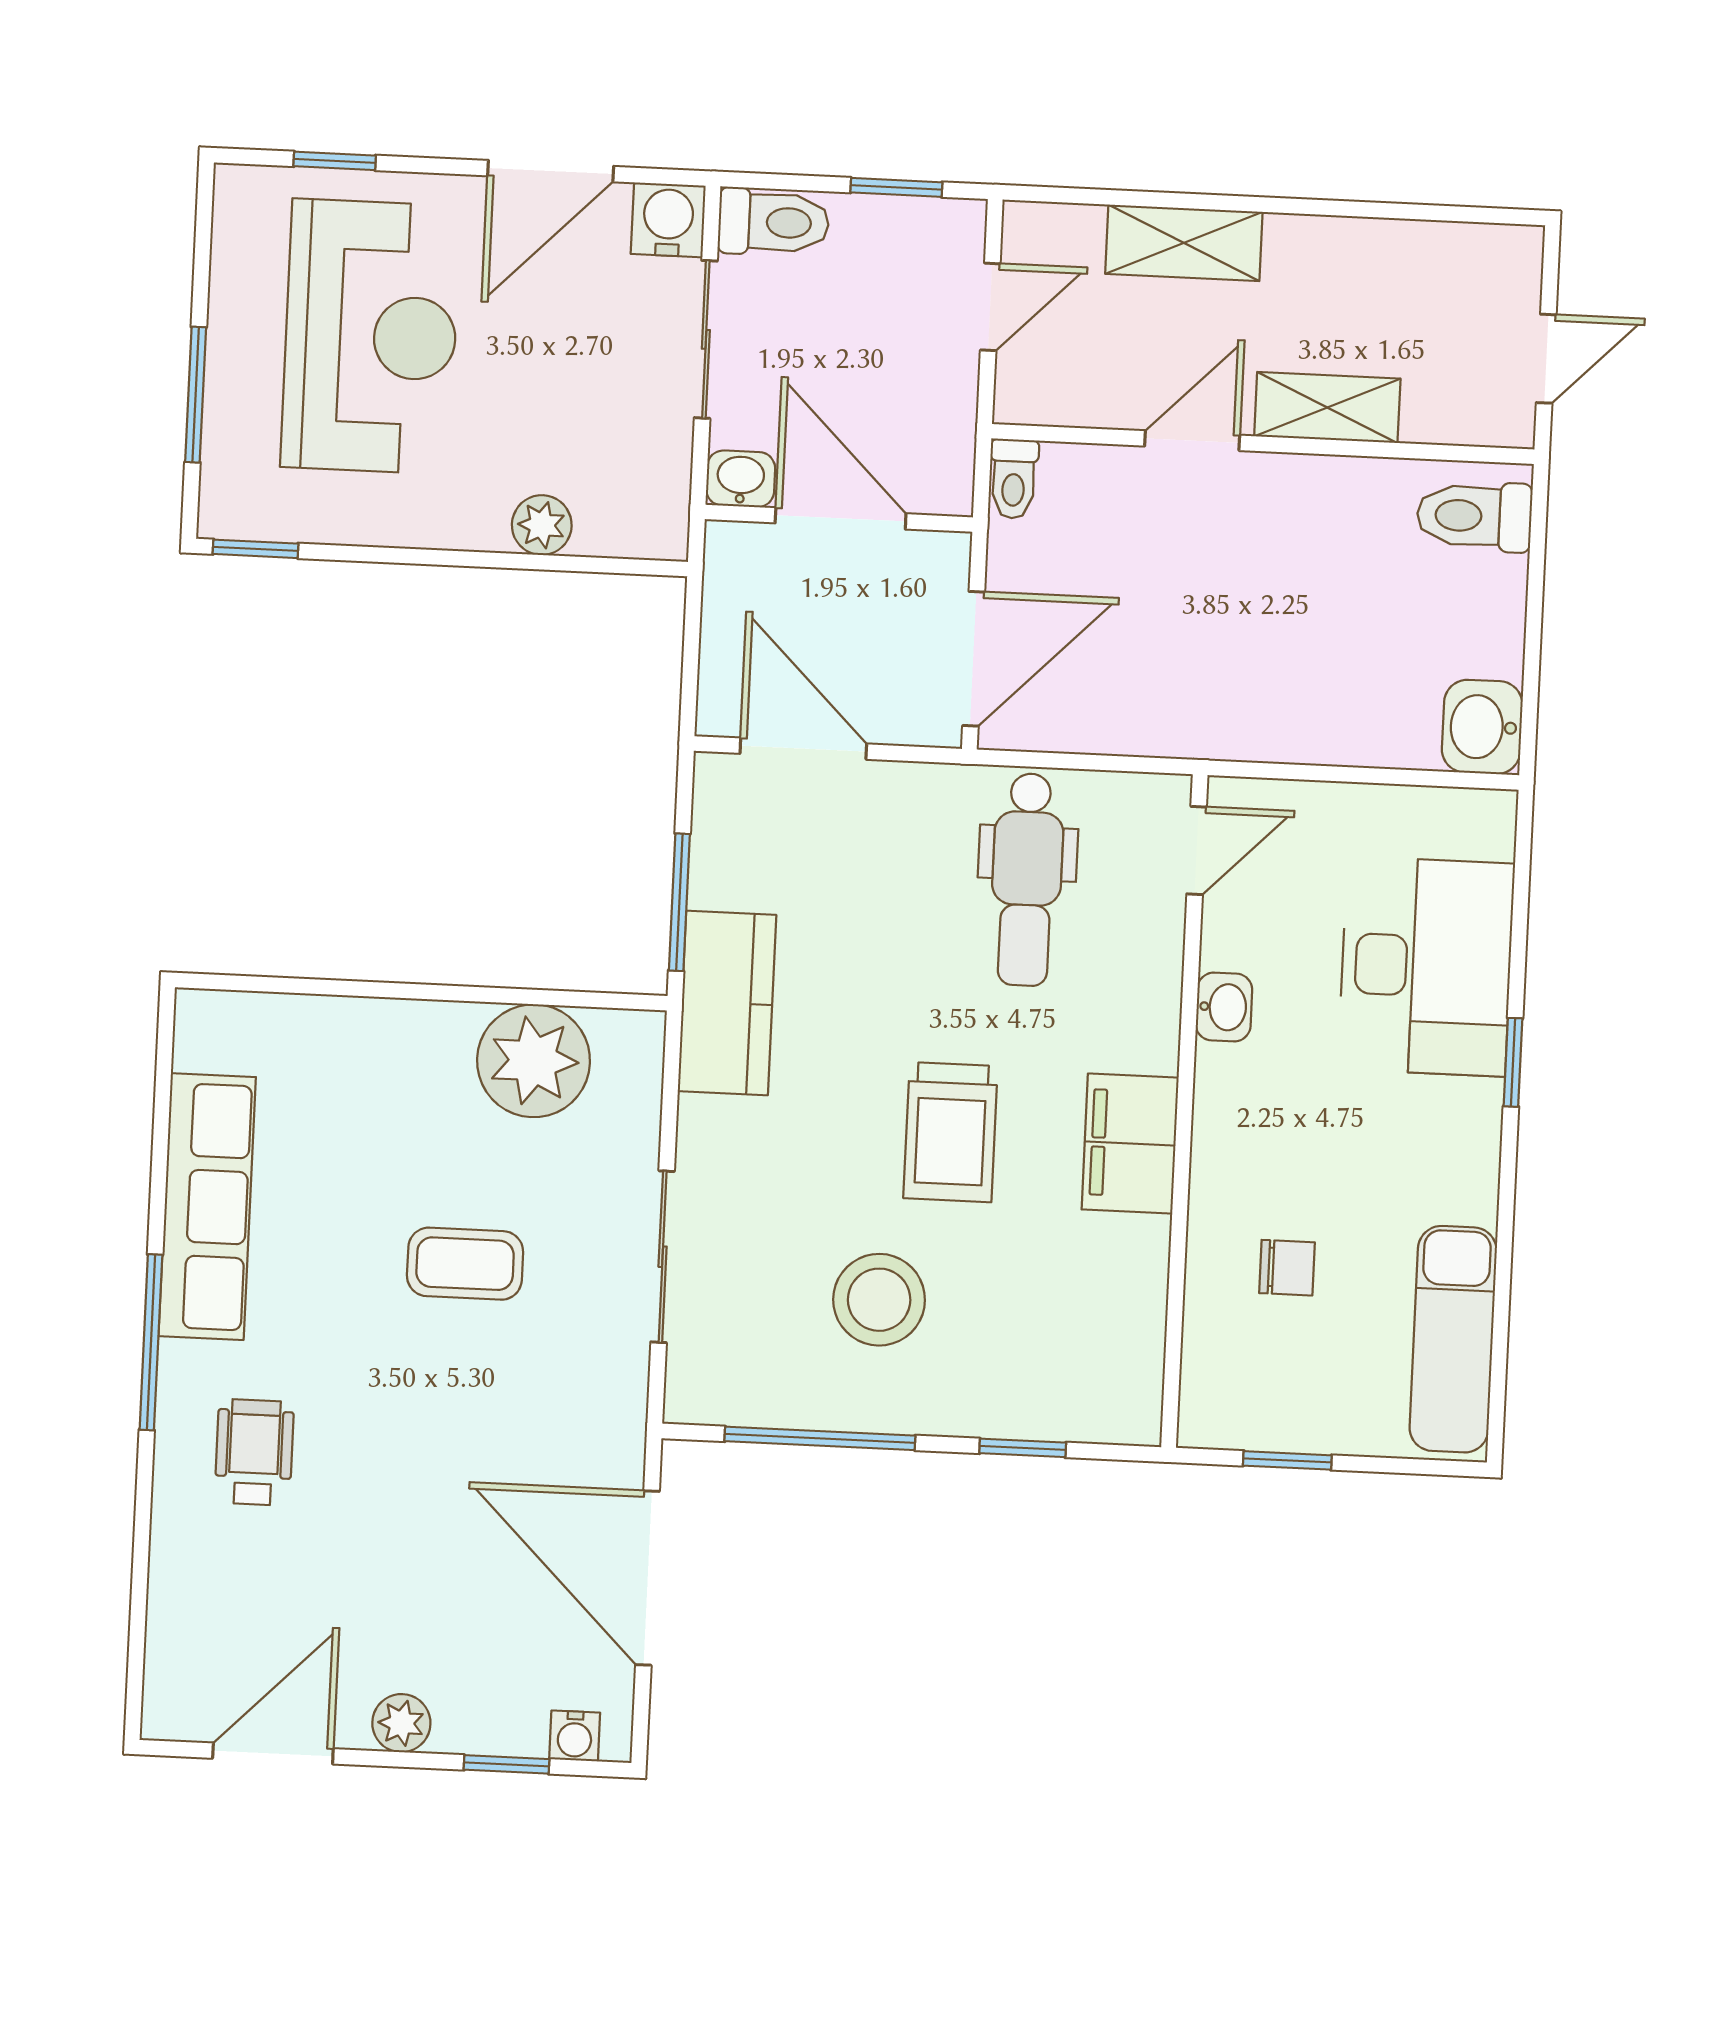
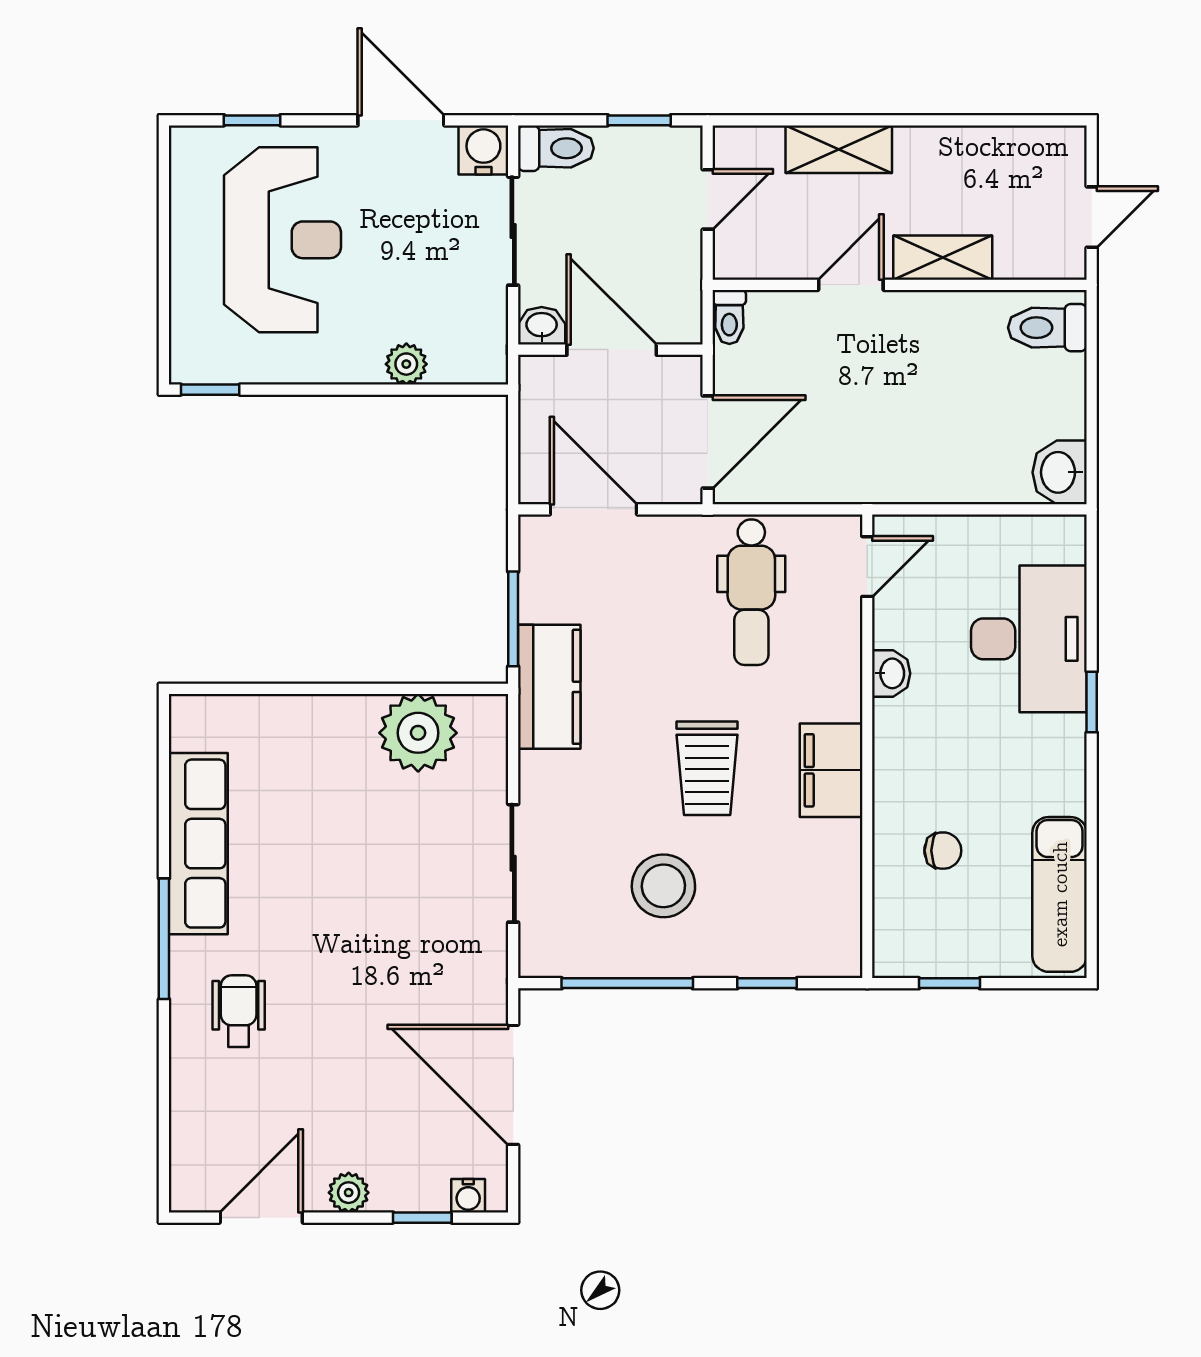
door: (551, 171) -> (401, 120), swing flipped
window: (196, 395) -> (164, 286), removed
coffee table: (465, 1264) -> (377, 875), removed

